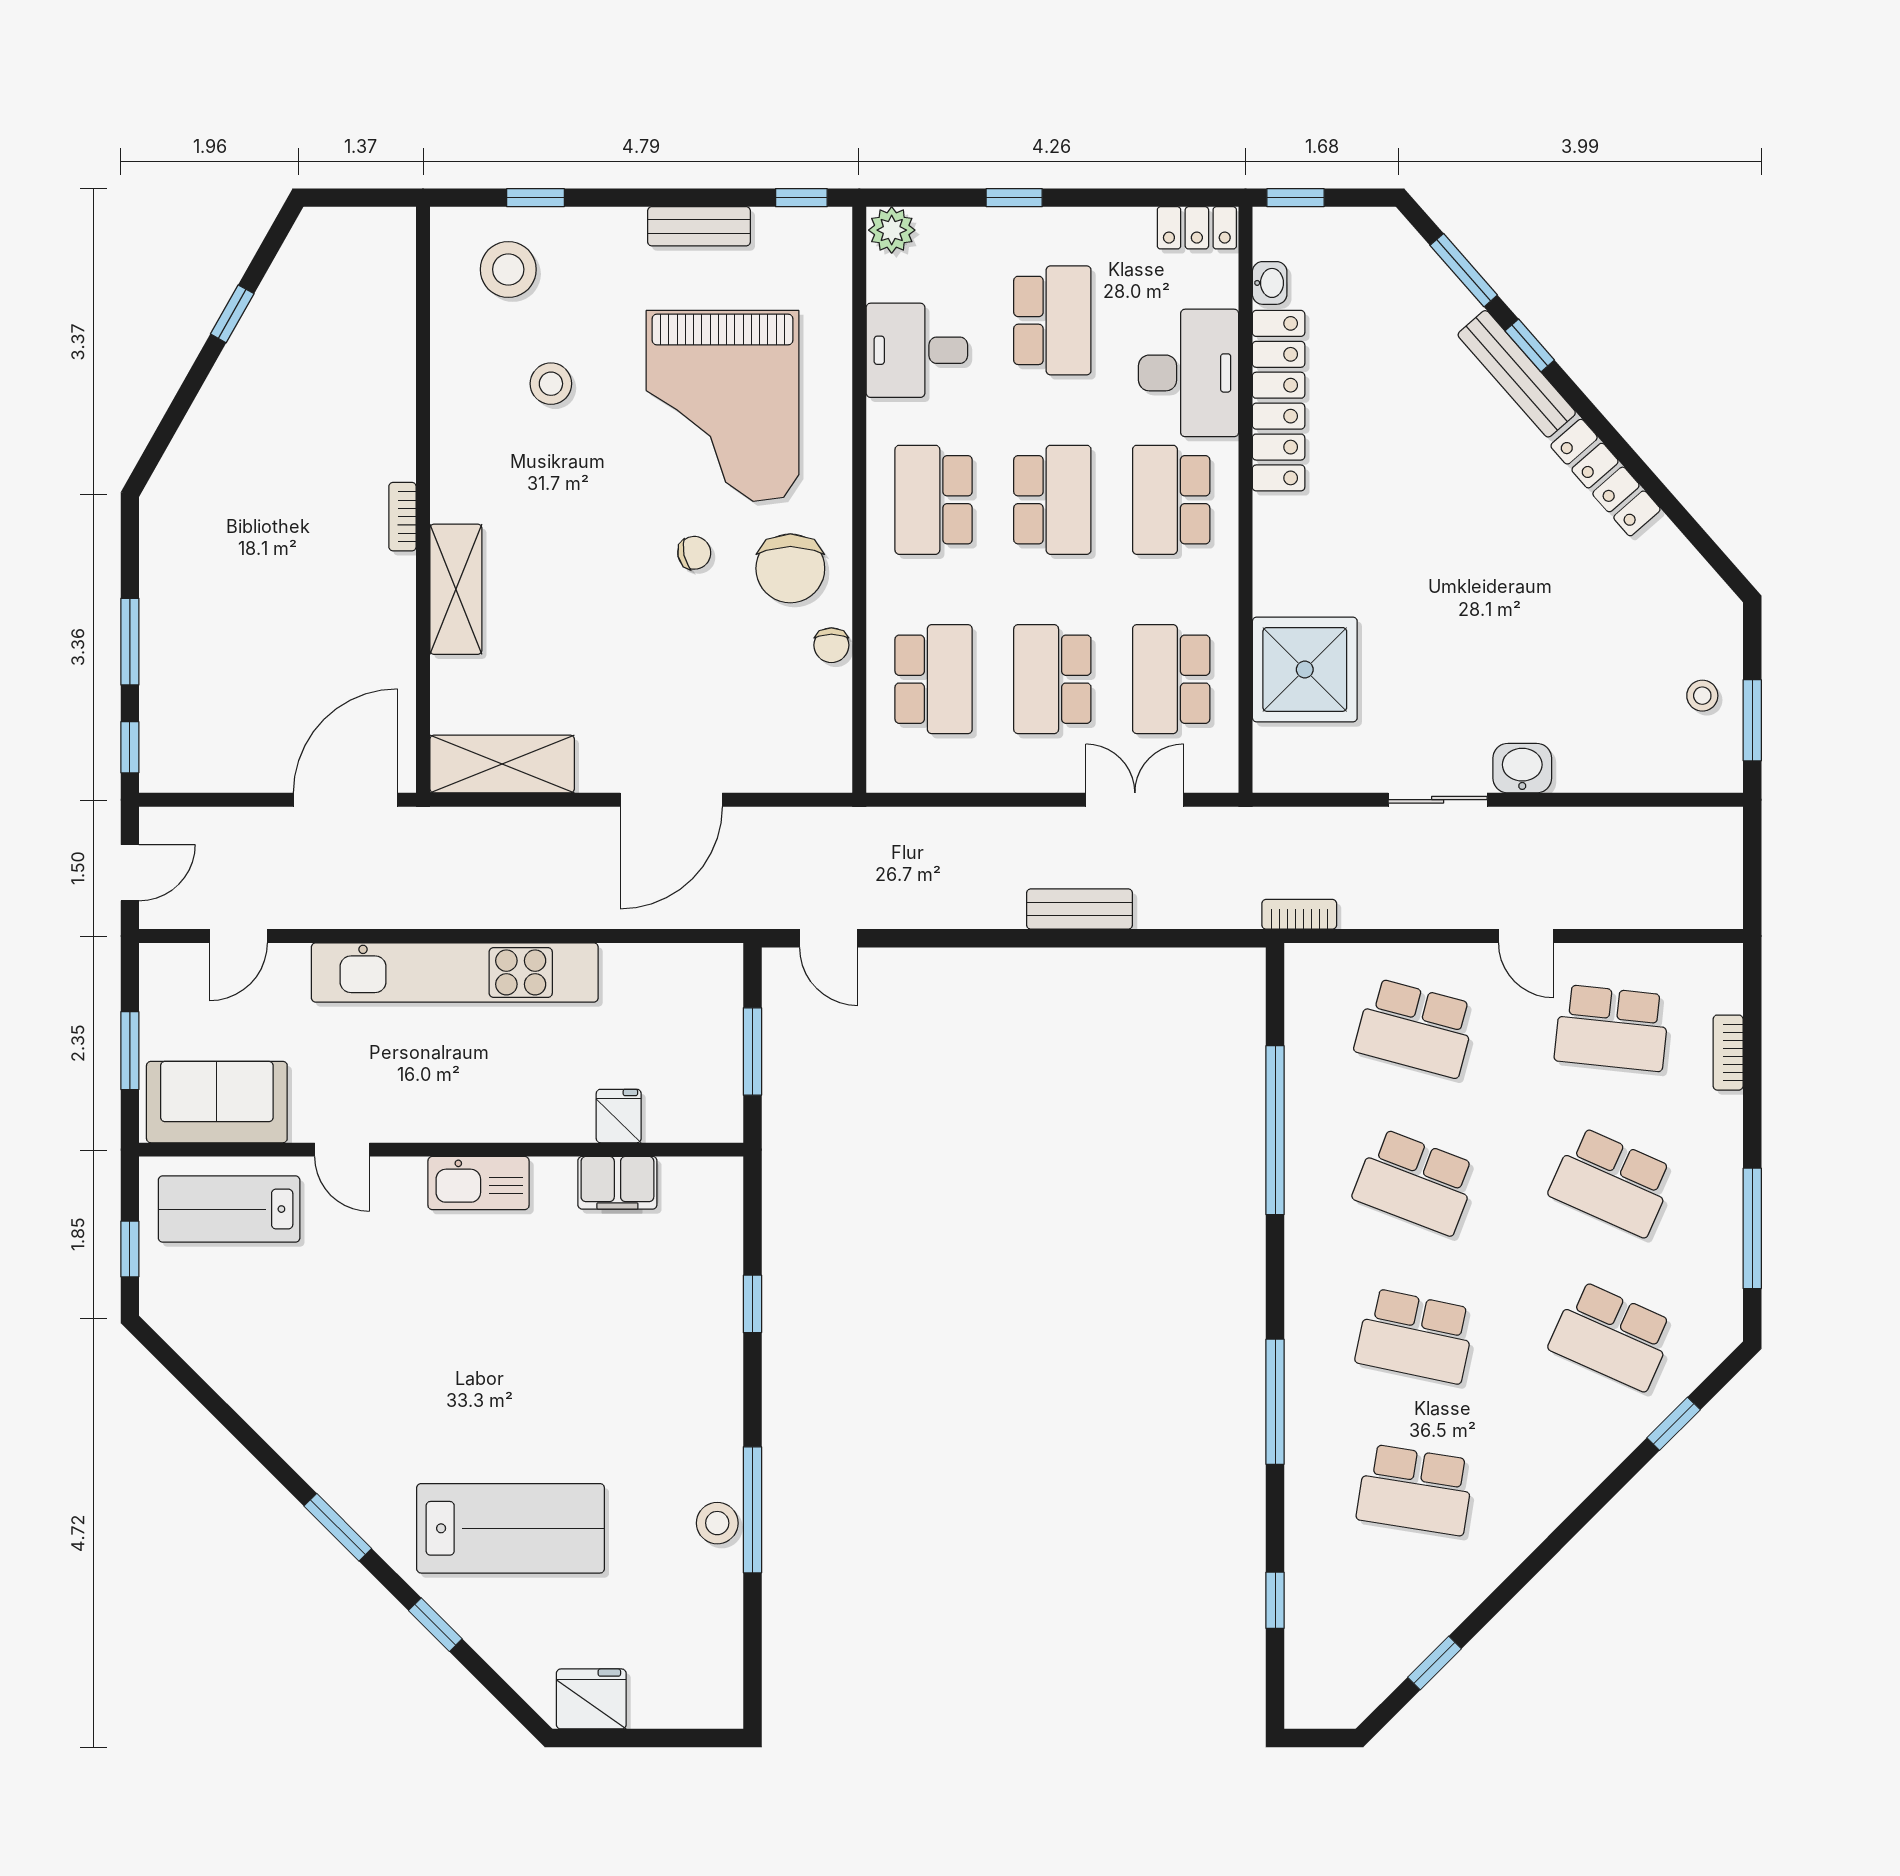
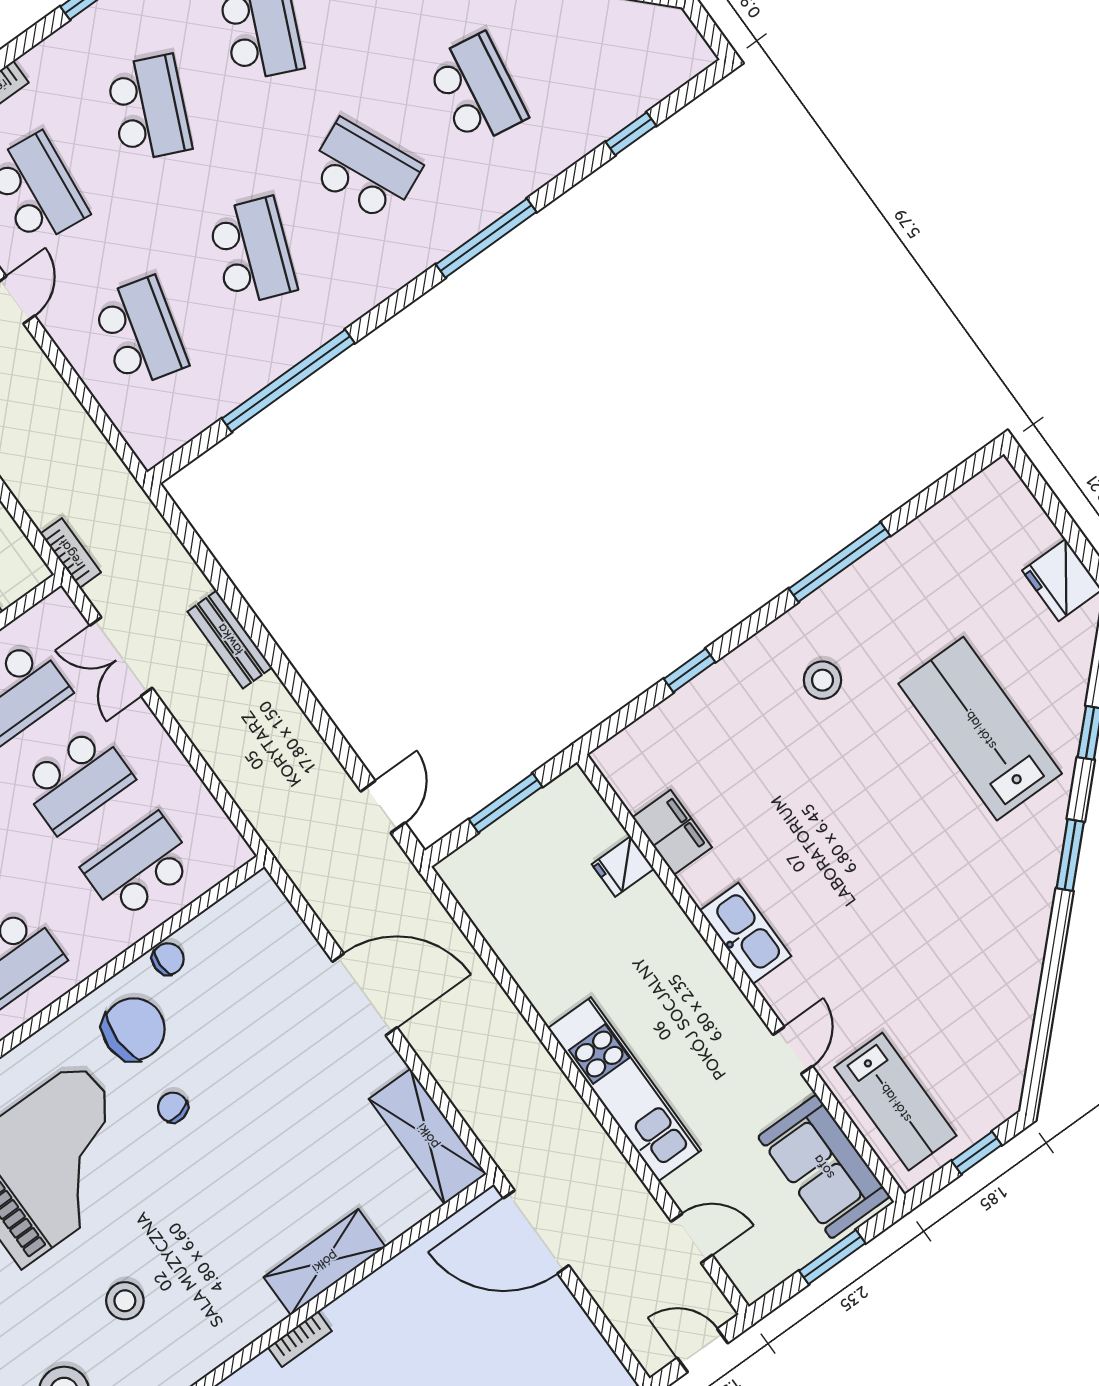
bookcase: (1299, 914) -> (71, 553), moved, turned 180
kitchen unit: (455, 972) -> (625, 1089), width x0.73
school desk: (1415, 1336) -> (364, 170), turned -36
stool: (717, 1523) -> (822, 680), moved

